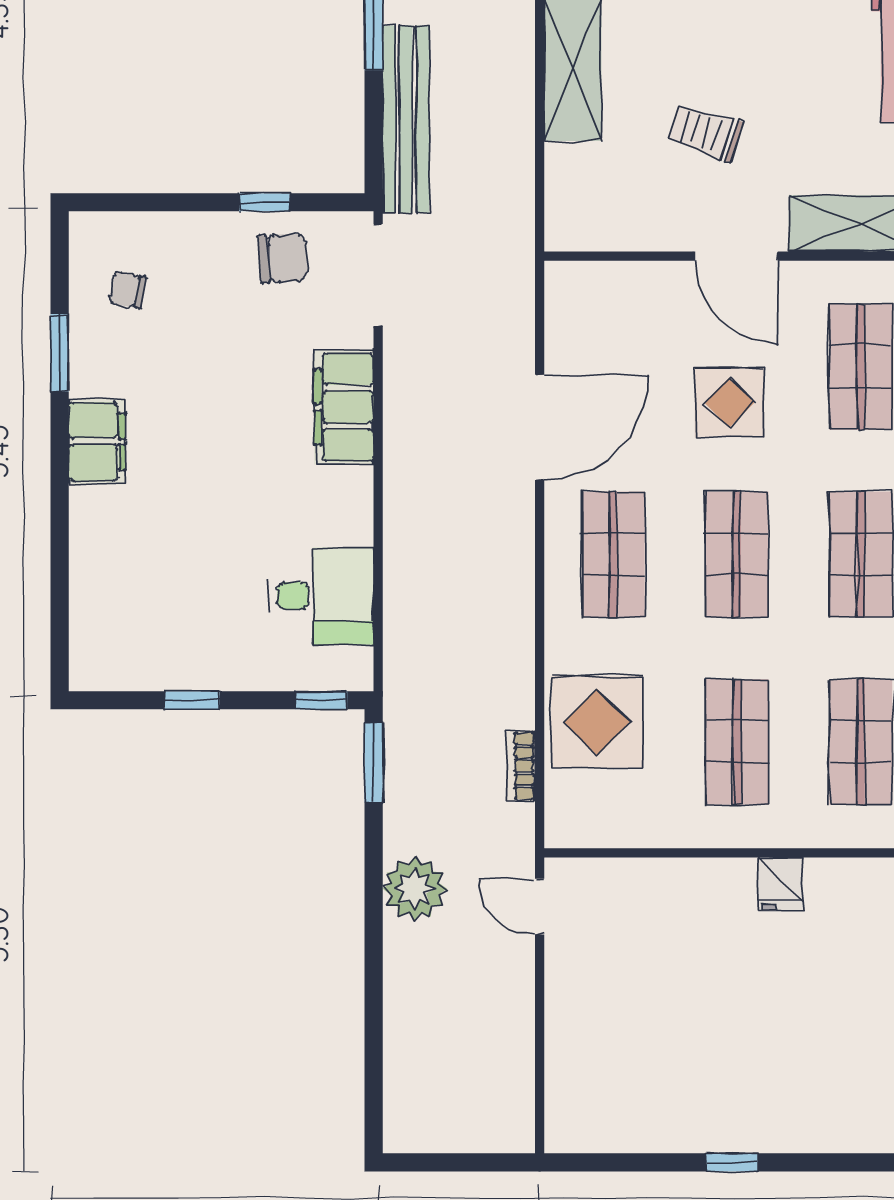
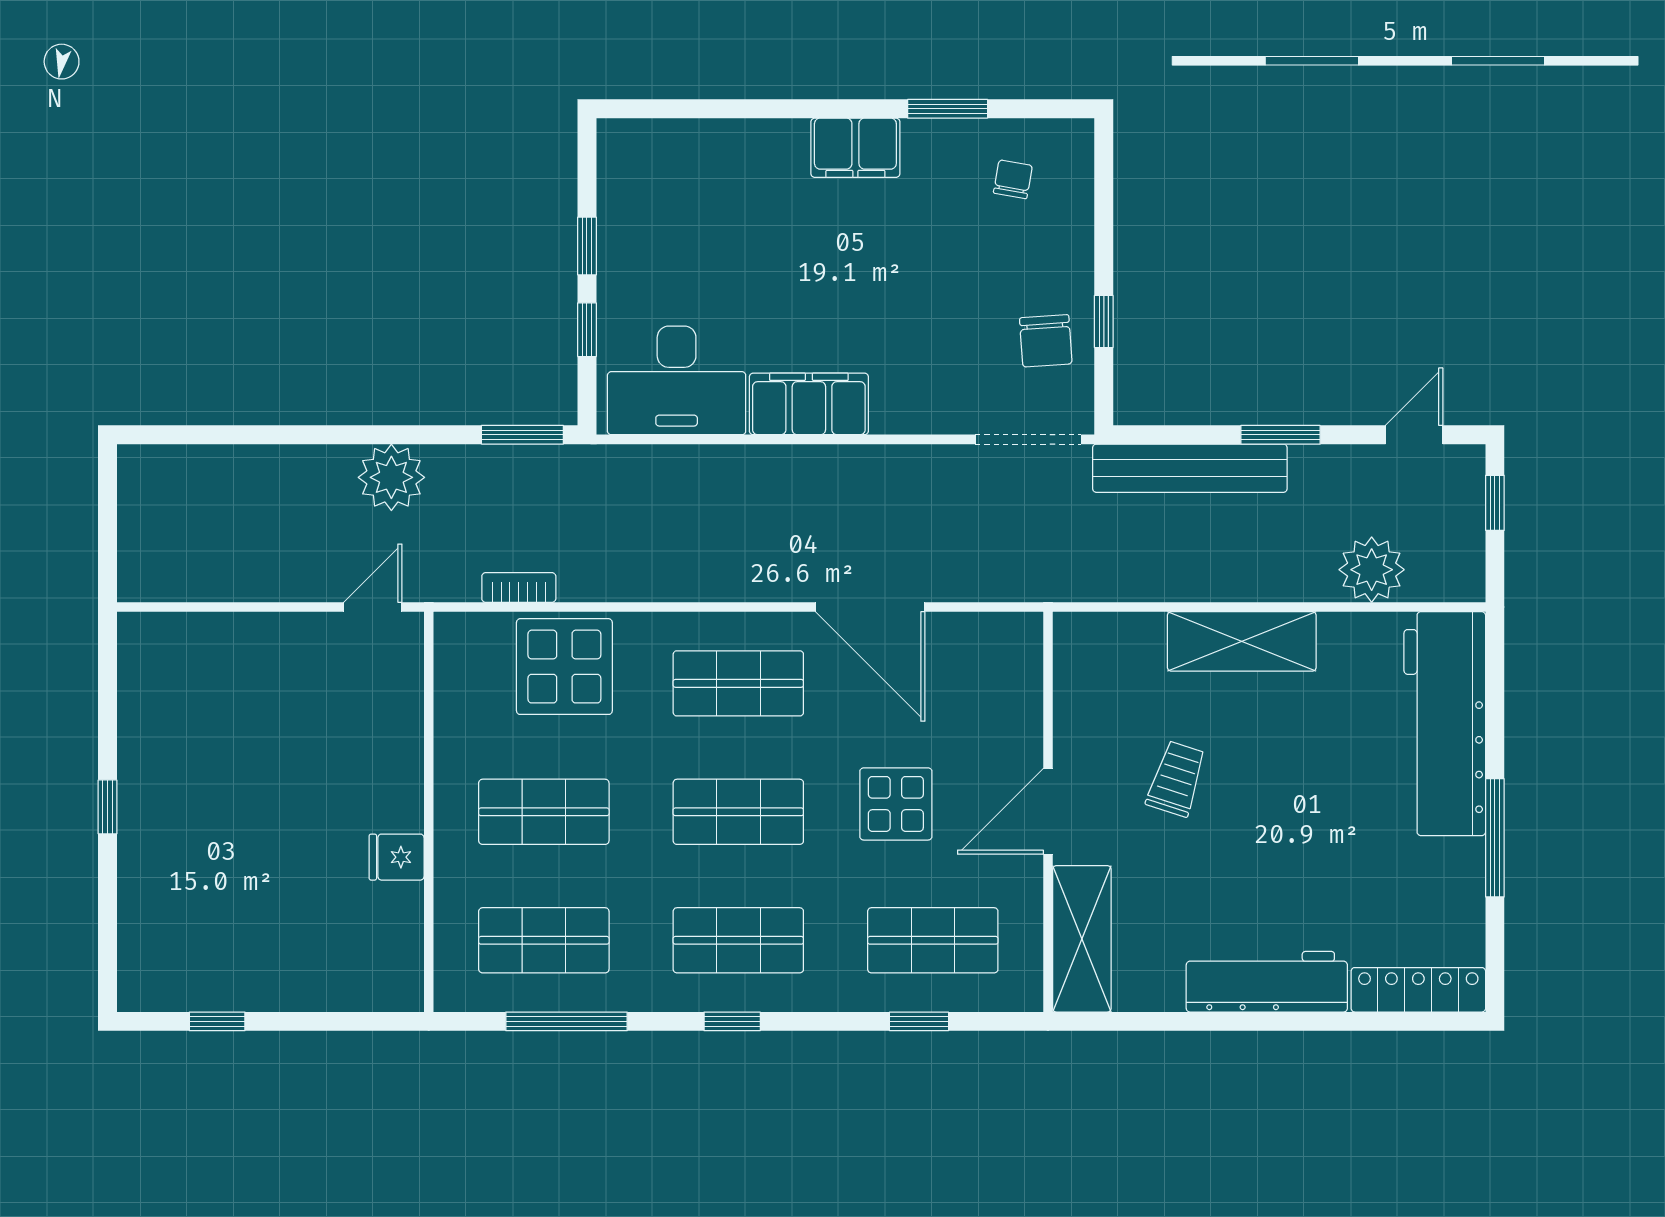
filing cabinet: (344, 407) -> (809, 404), moved
desk: (321, 596) -> (677, 380), width x1.37
window: (321, 700) -> (587, 330), moved

